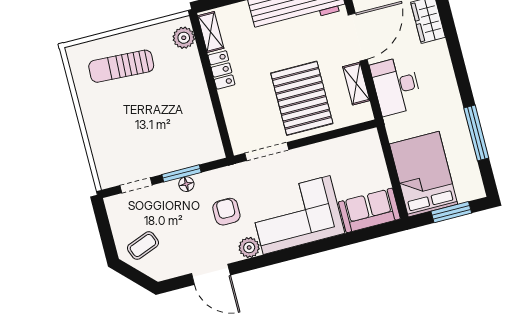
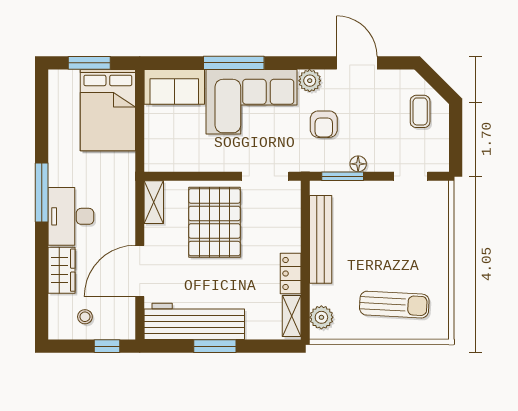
shelving: (356, 84) -> (154, 202), moved
desk: (396, 86) -> (71, 216), moved, turned 180
bench: (203, 108) -> (321, 239), added
window: (476, 133) -> (42, 193), moved
window: (182, 173) -> (343, 176), moved
coffee table: (143, 245) -> (420, 111), turned -69
window: (321, 246) -> (234, 63), added

